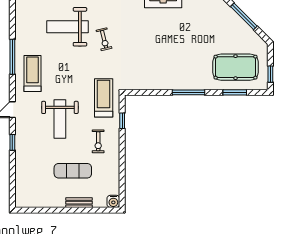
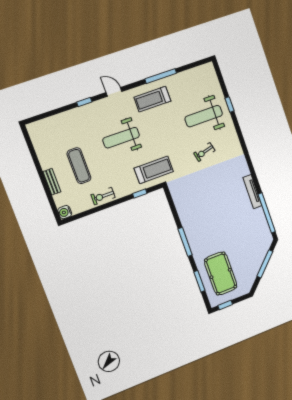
weight bench: (68, 27) -> (204, 116), turned -90
treadmill: (32, 74) -> (152, 99), turned 180
exercise bike: (98, 141) -> (103, 196), moved

